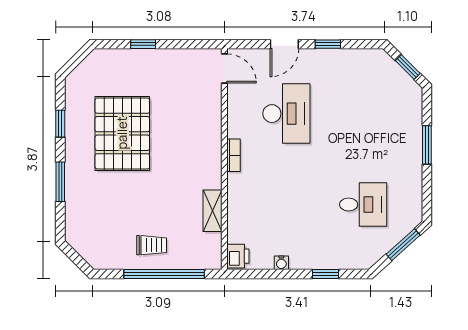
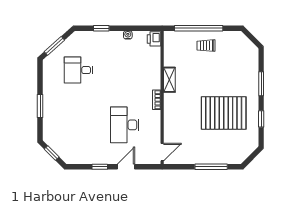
window: (143, 44) -> (211, 167), width x2.17
door: (224, 68) -> (162, 152), swing flipped
pallet: (122, 133) -> (224, 113), turned 90
shelving: (212, 211) -> (169, 80), moved

